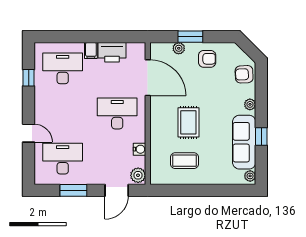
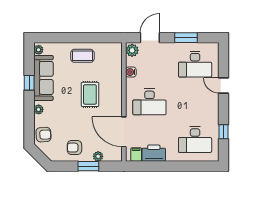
filing cabinet: (91, 50) -> (136, 154), moved
coffee table: (185, 161) -> (82, 56), moved

